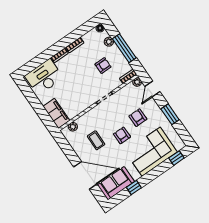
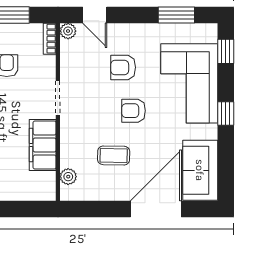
filing cabinet: (56, 113) -> (43, 145), moved, turned -90
window: (170, 114) -> (176, 15), moved
window: (134, 187) -> (226, 113), moved

